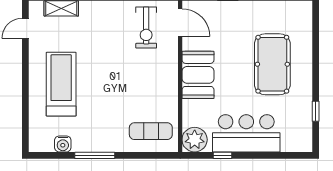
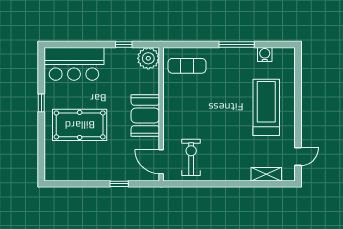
pool table: (272, 64) -> (80, 125), turned 90
treadmill: (61, 84) -> (266, 107), turned 180
window: (316, 111) -> (41, 103), moved
bar counter: (246, 133) -> (74, 64), moved

